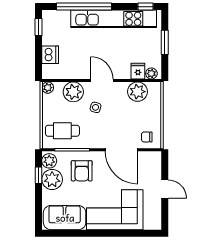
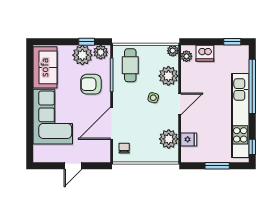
plant: (151, 74) -> (186, 56), moved

